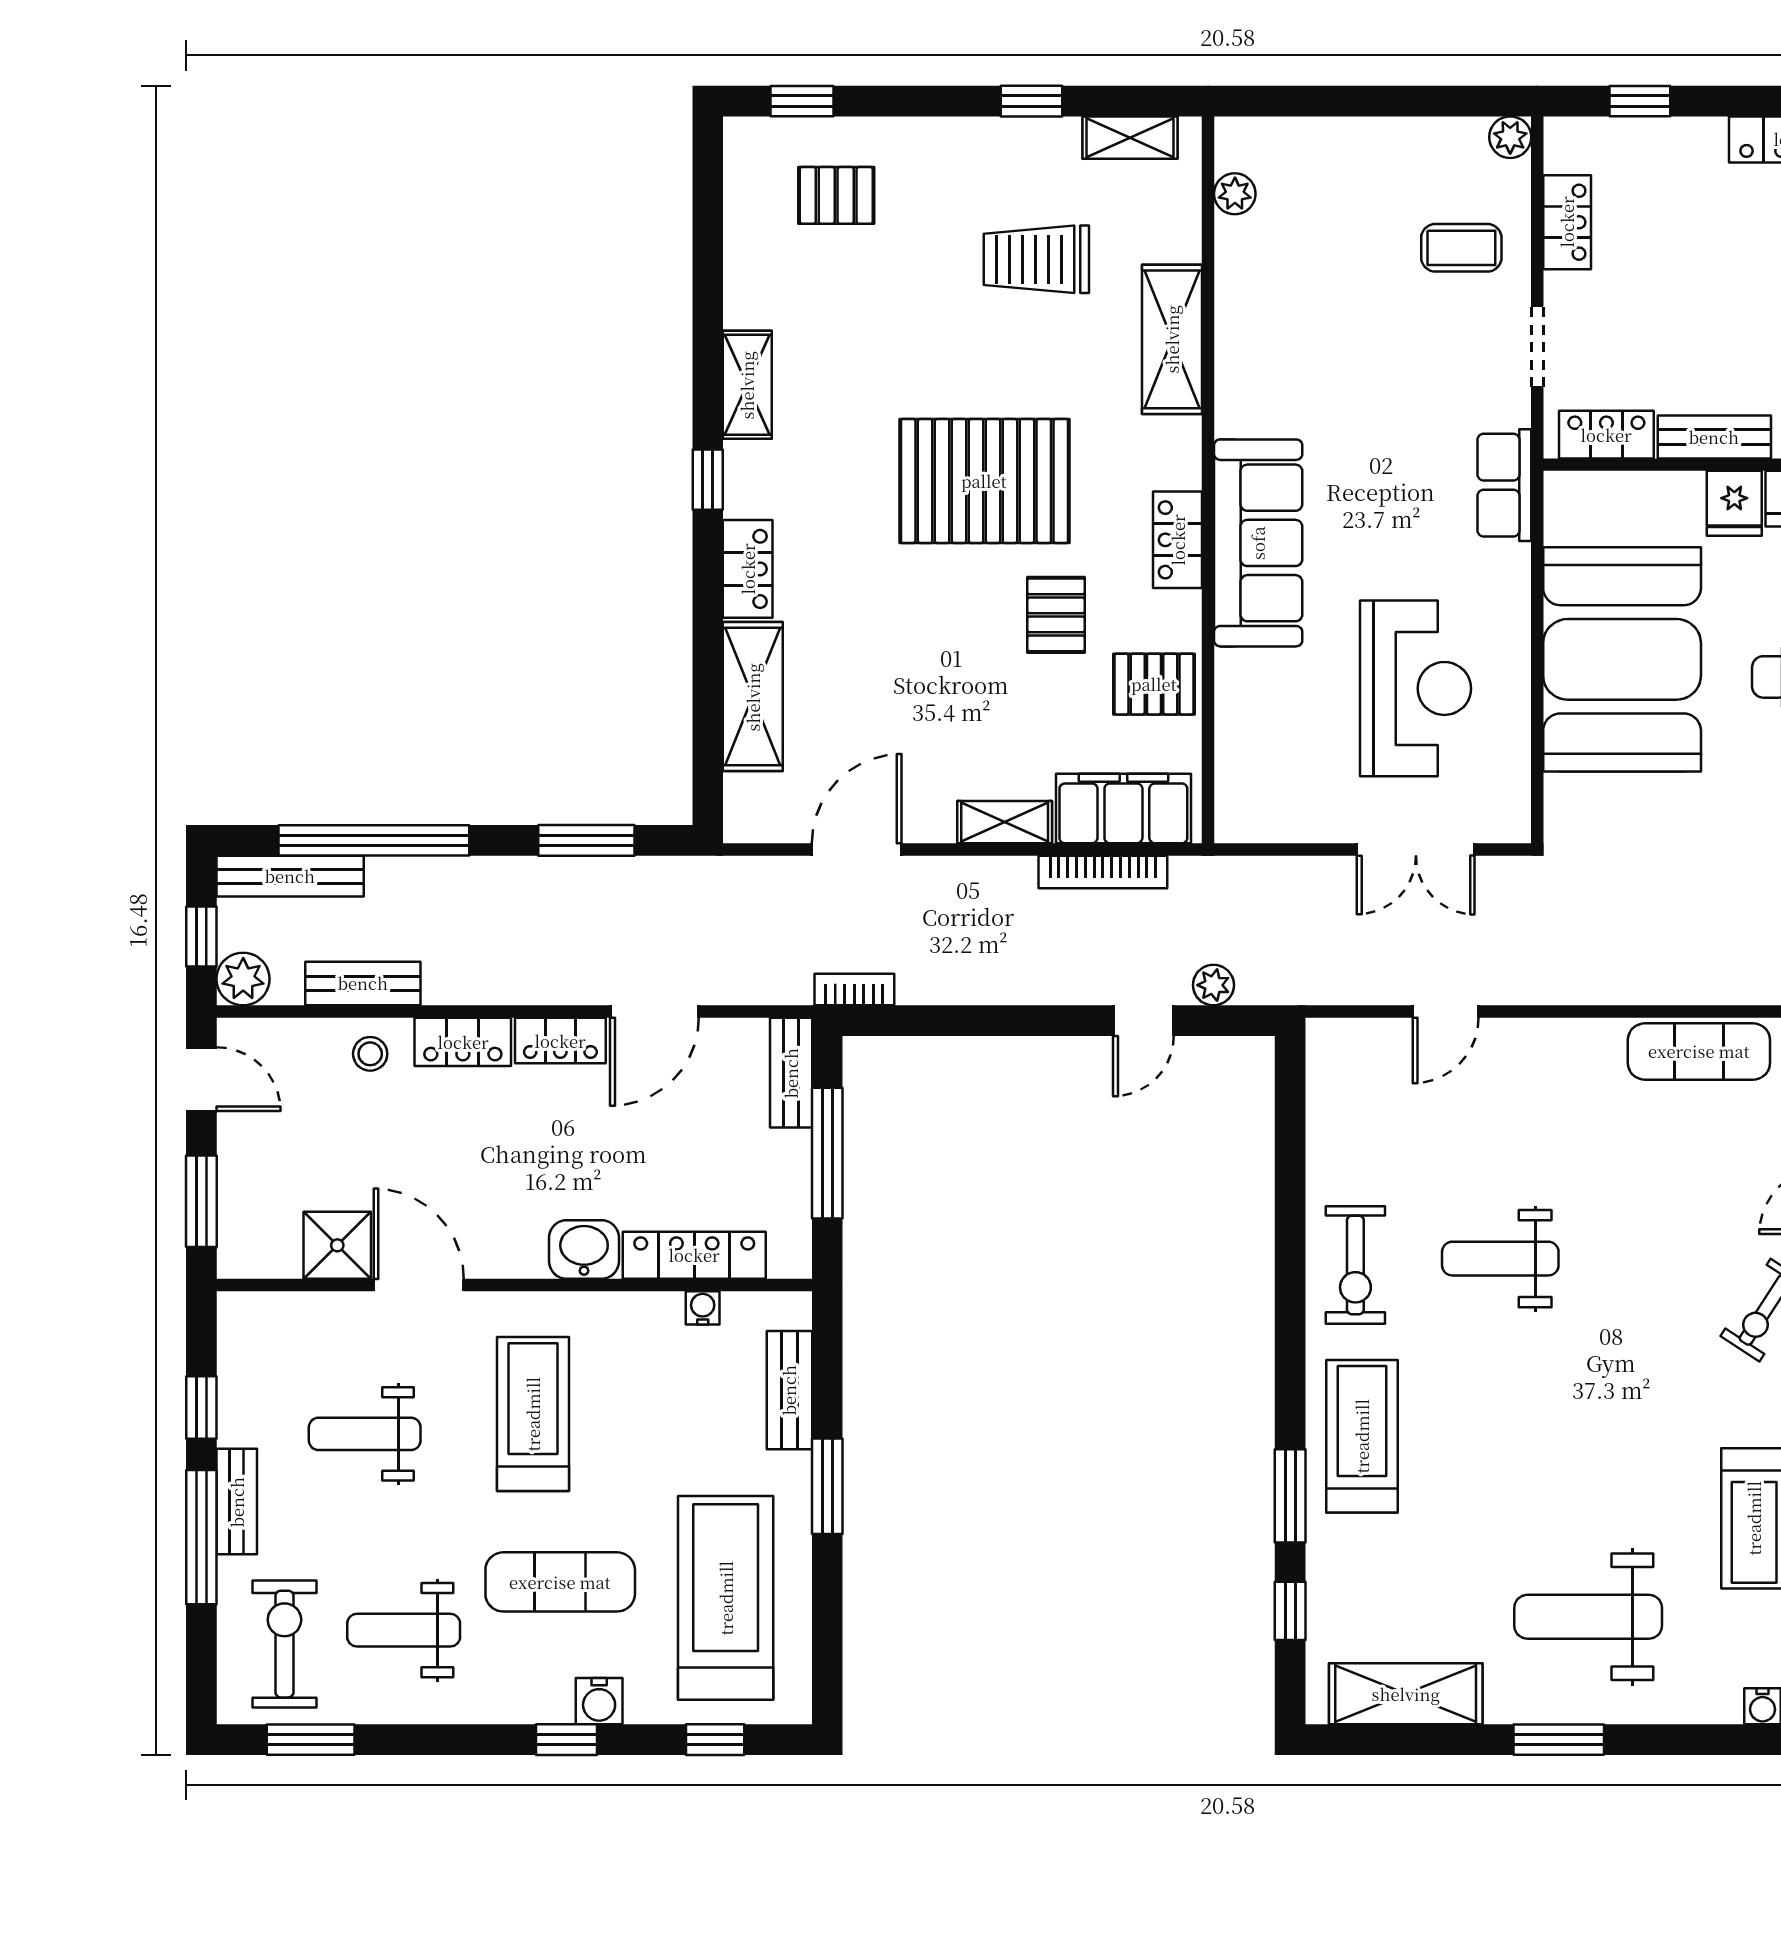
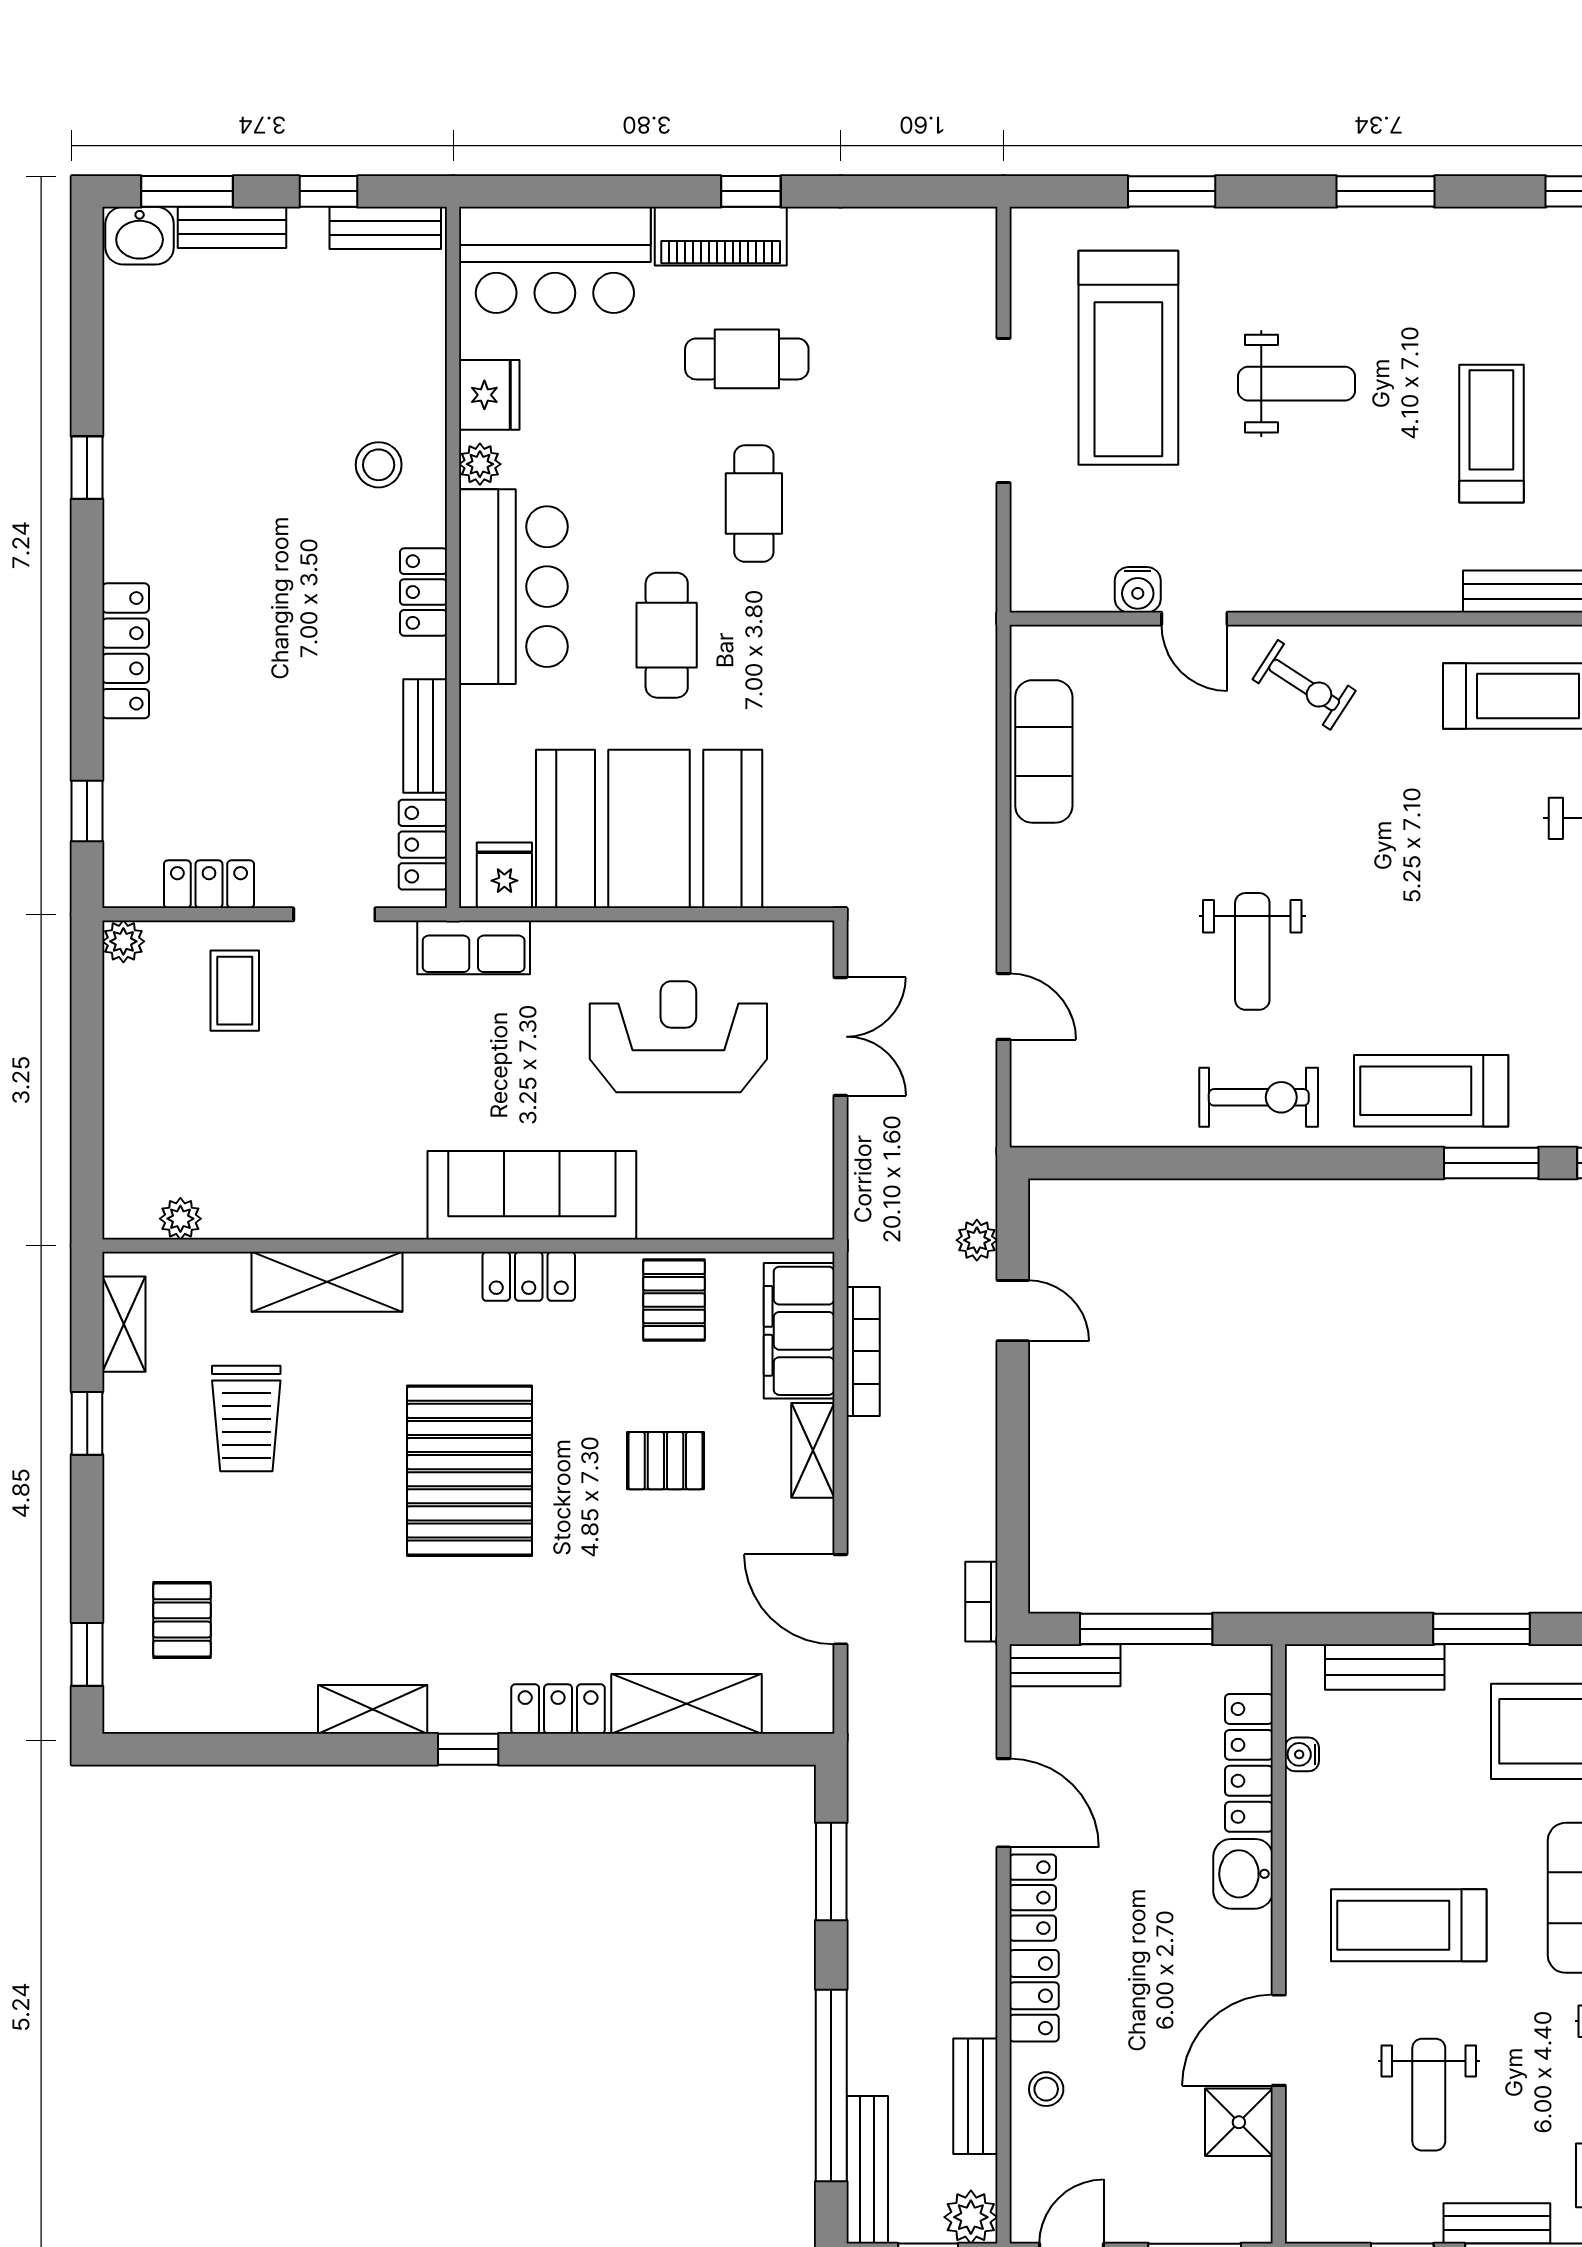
fridge: (1734, 503) -> (504, 875), moved, turned -90
pallet: (1056, 615) -> (665, 1461), moved

